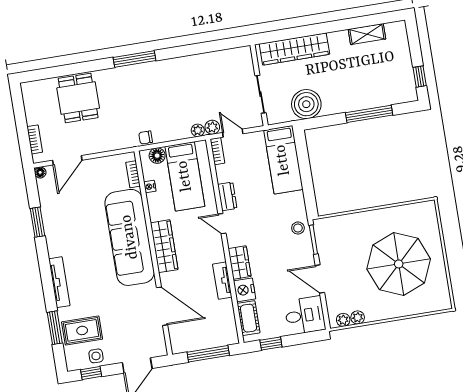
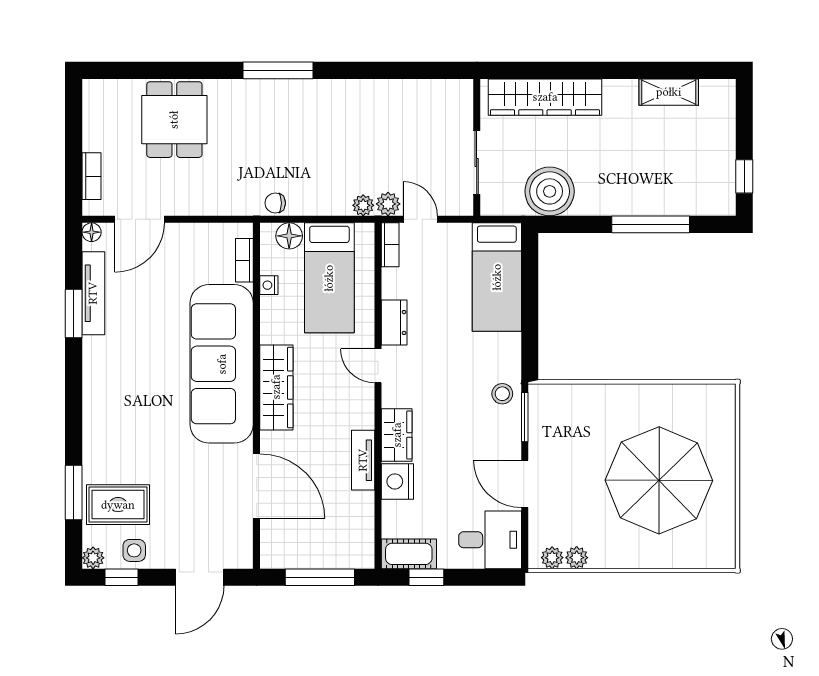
tv unit: (59, 282) -> (93, 293), moved
cot: (248, 318) -> (409, 554), moved, turned 90
plant: (73, 364) -> (93, 558), added

